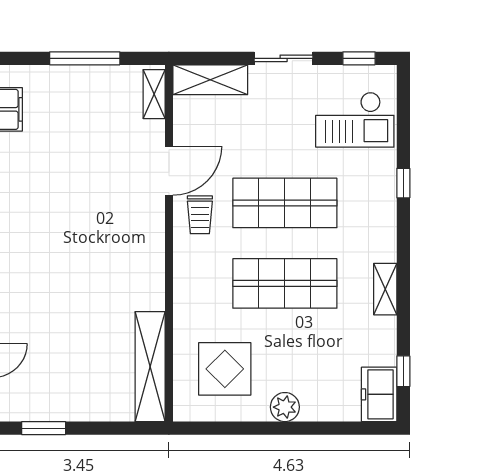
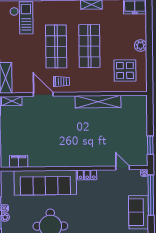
shelving: (150, 367) -> (98, 102), moved

